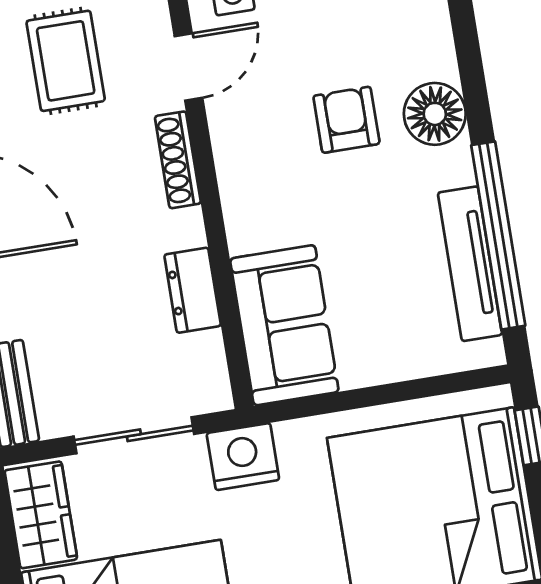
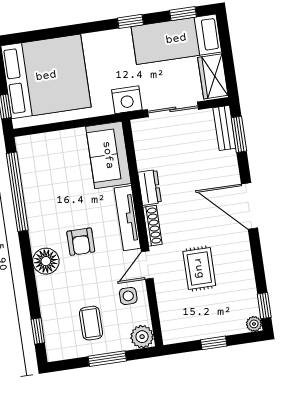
floor lamp: (435, 114) -> (46, 261), moved
tv unit: (470, 264) -> (127, 218), moved, turned 180
dresser: (193, 290) -> (150, 187), moved

